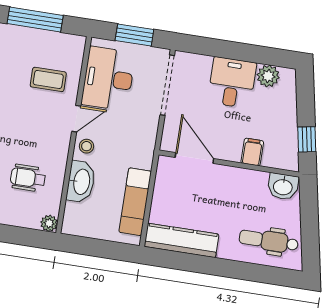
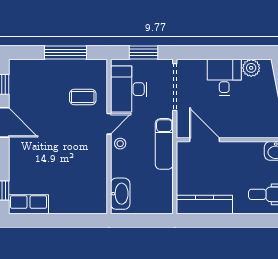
filing cabinet: (252, 152) -> (248, 128), removed
wheelchair: (28, 178) -> (79, 175), removed
washbasin: (81, 182) -> (120, 194), moved
exam couch: (135, 202) -> (164, 144), moved
plant: (49, 223) -> (101, 207), removed

